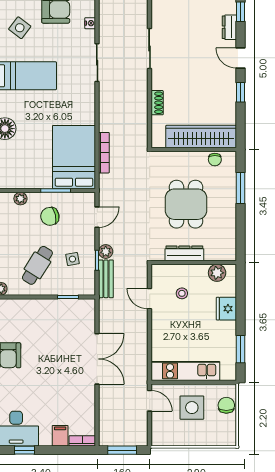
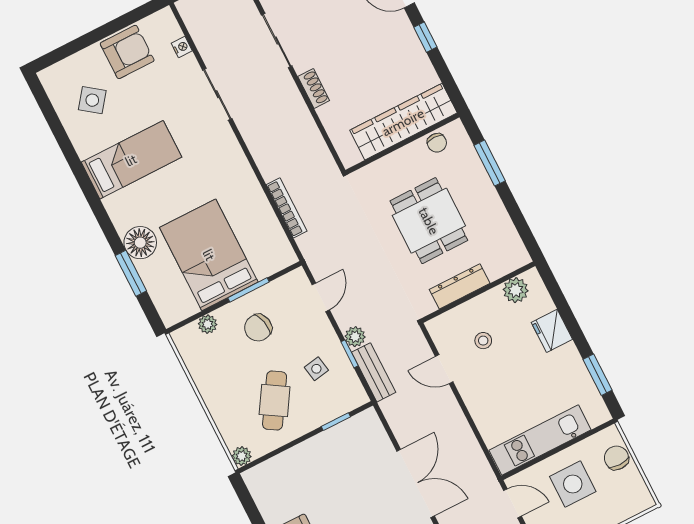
shoe rack: (157, 103) -> (314, 88), moved
bed: (74, 157) -> (209, 255), moved

